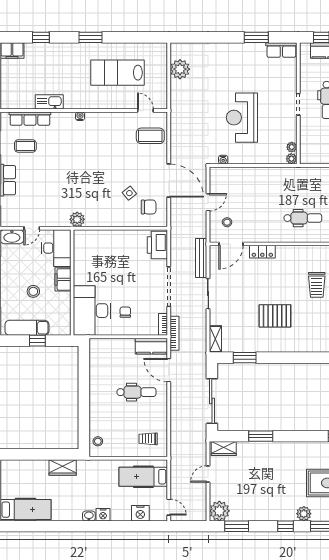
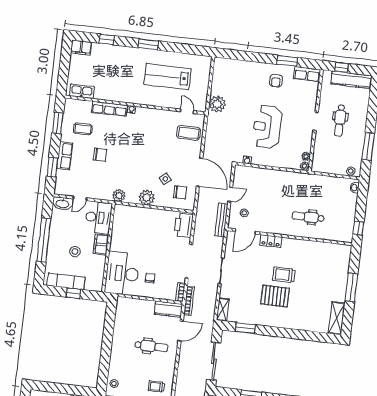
armchair: (246, 62) -> (276, 81), added
plant: (180, 69) -> (217, 104), moved
kitchen sink: (49, 102) -> (82, 91), moved
row of seats: (30, 119) -> (109, 109), moved
chair: (49, 174) -> (100, 155), added
plant: (110, 218) -> (147, 198), added
dental chair: (303, 218) -> (308, 217), turned 180
bench: (201, 258) -> (221, 220), moved
trolley: (317, 285) -> (284, 275), moved, turned 90
door: (169, 370) -> (181, 331), swing flipped

